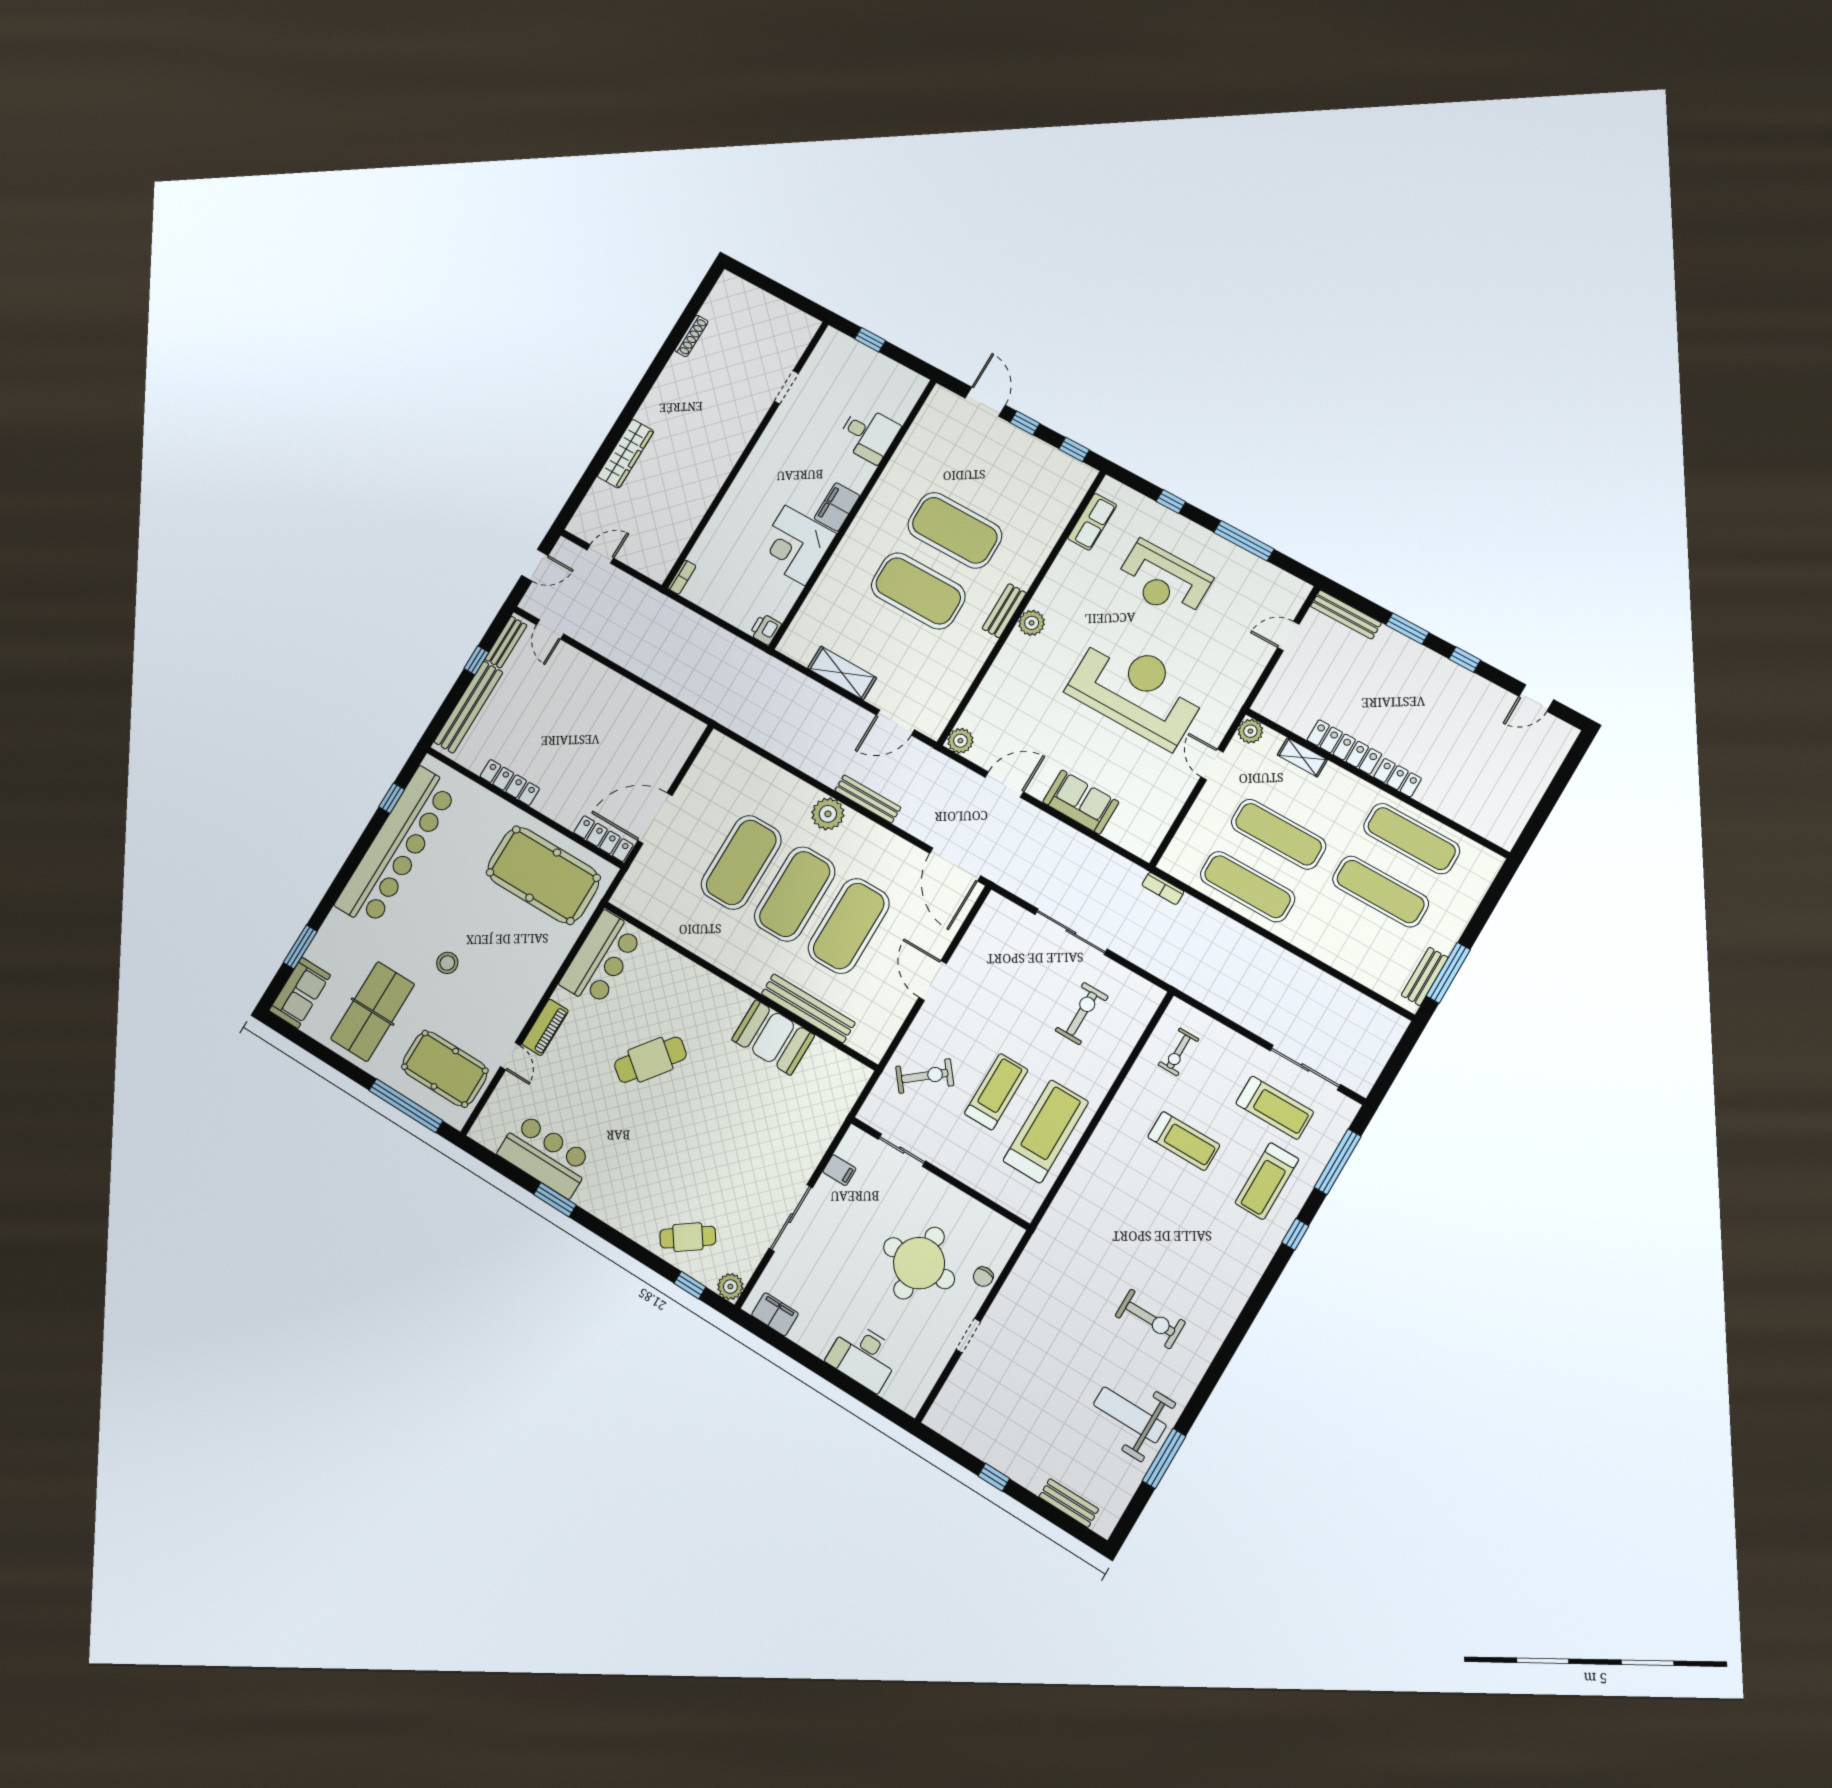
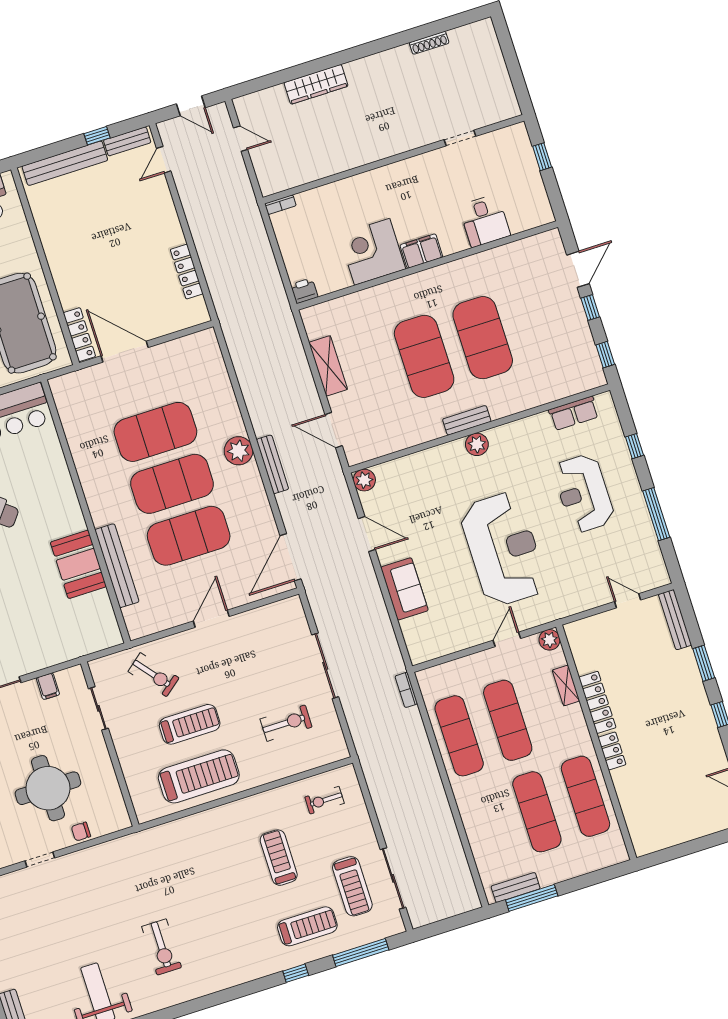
locker: (510, 782) -> (187, 272), moved, turned 180
treadmill: (1184, 1141) -> (279, 858), turned 180
treadmill: (1267, 1181) -> (307, 926), turned 180

